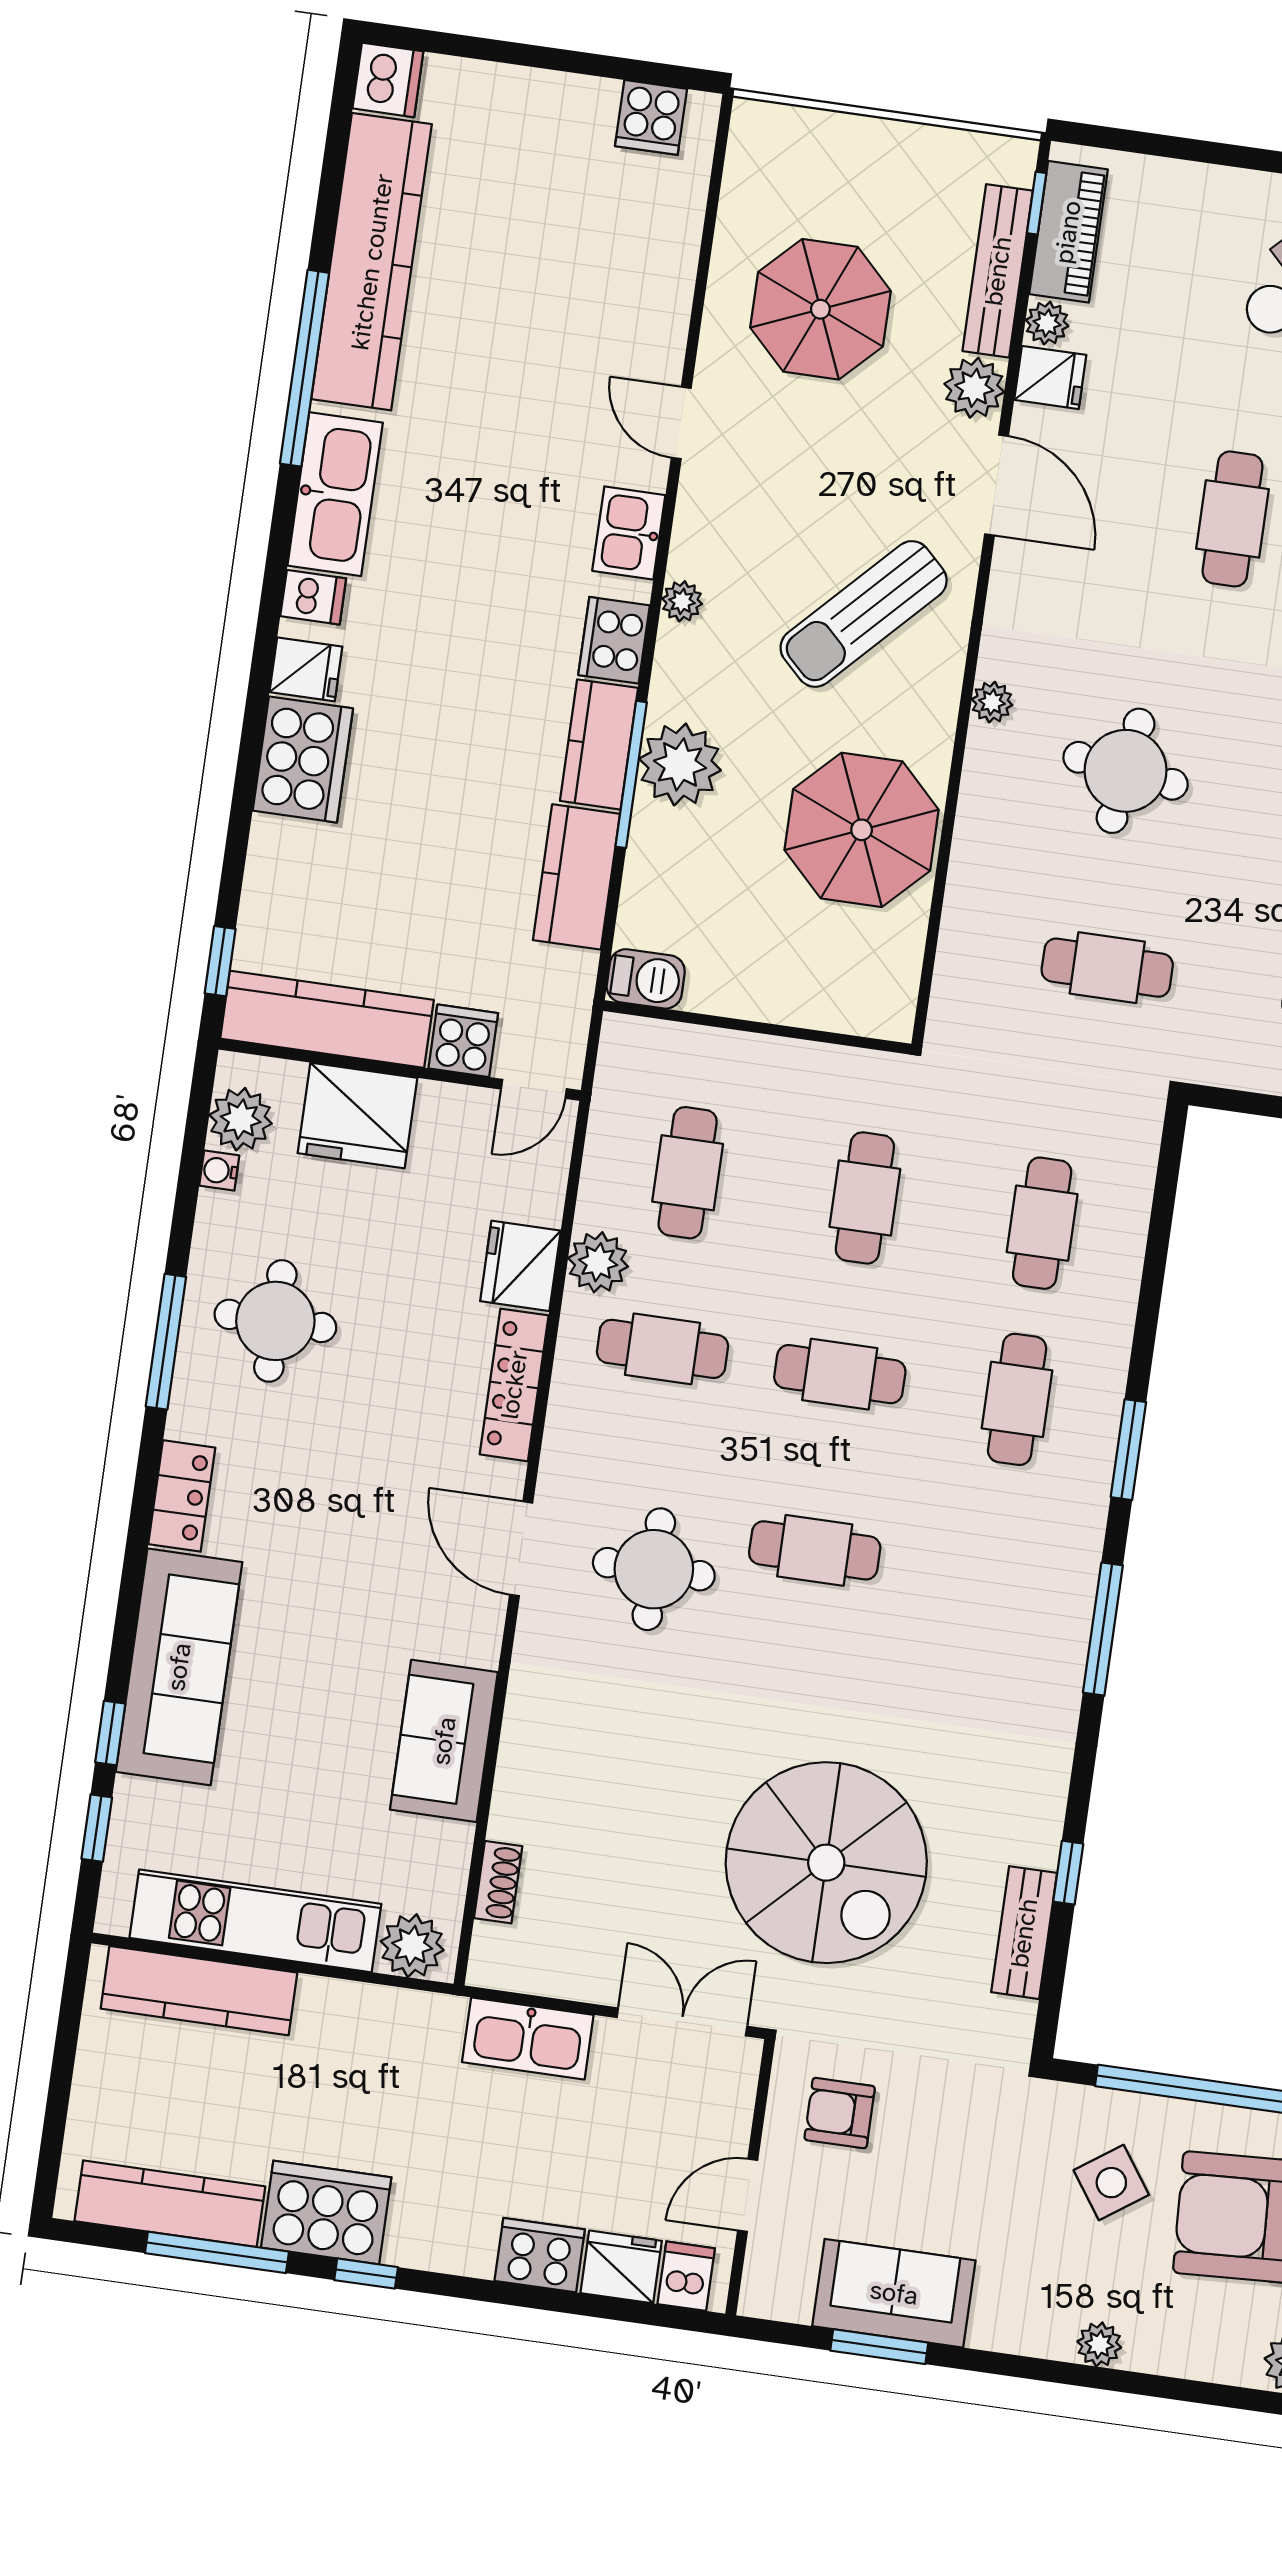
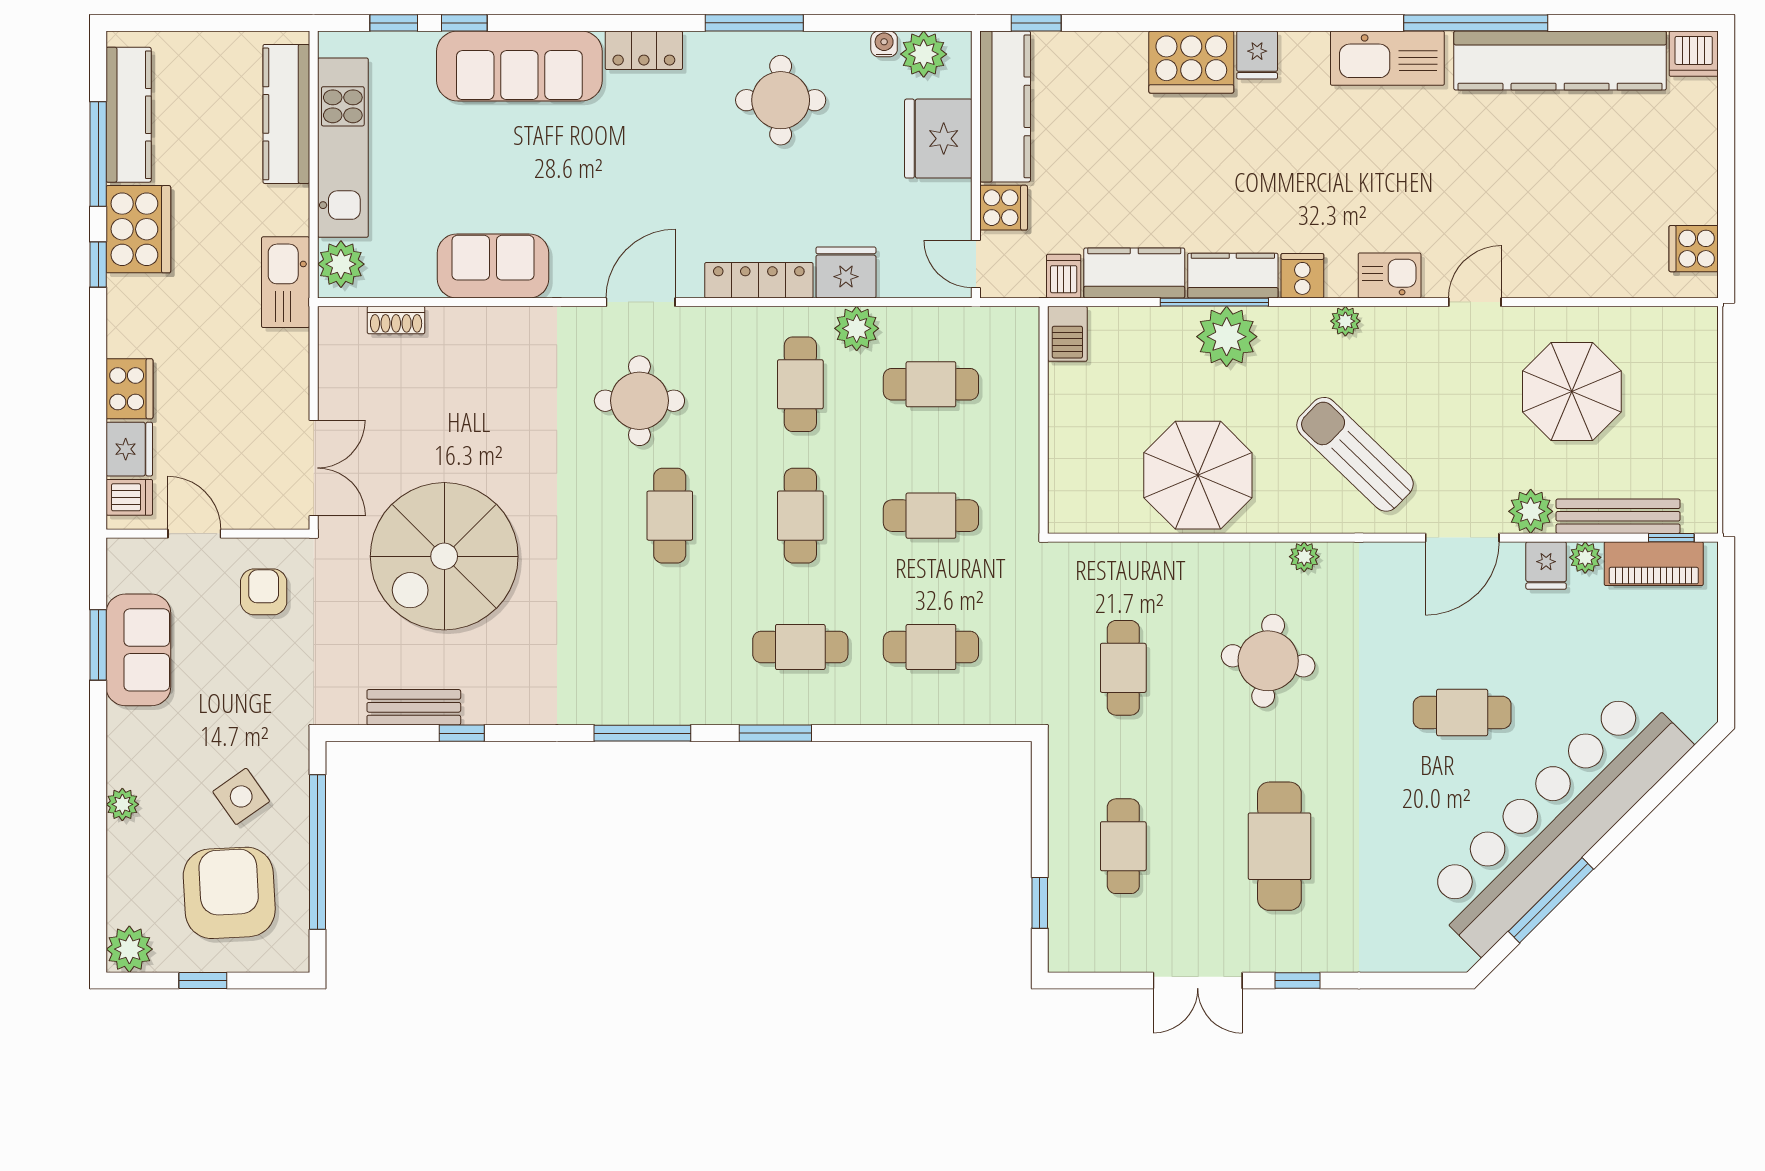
dishwasher: (313, 597) -> (1064, 276), moved, turned 180
cooker: (614, 640) -> (1302, 276), width x0.73
kitchen sink: (528, 2038) -> (286, 282), moved

